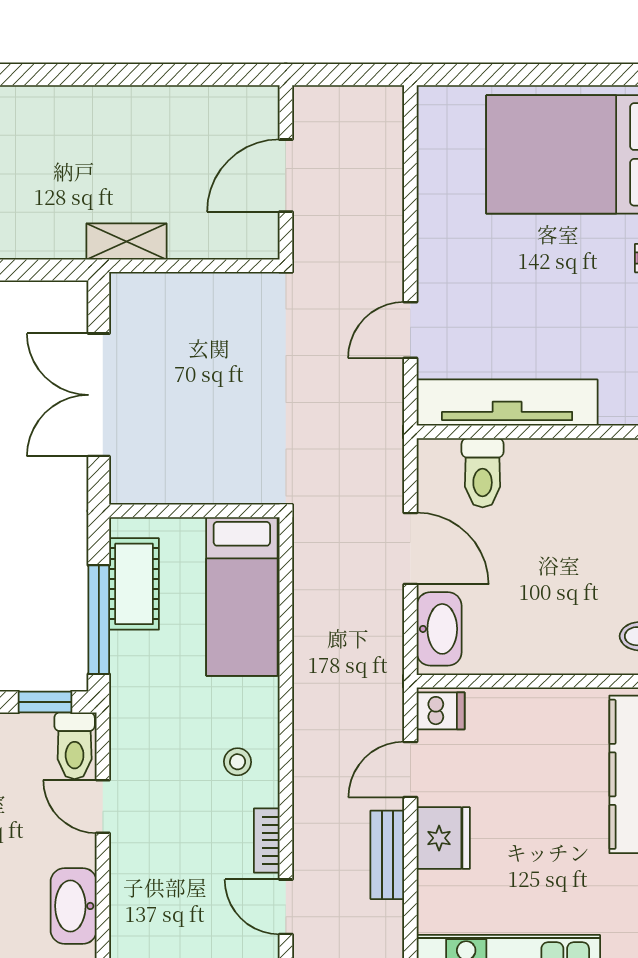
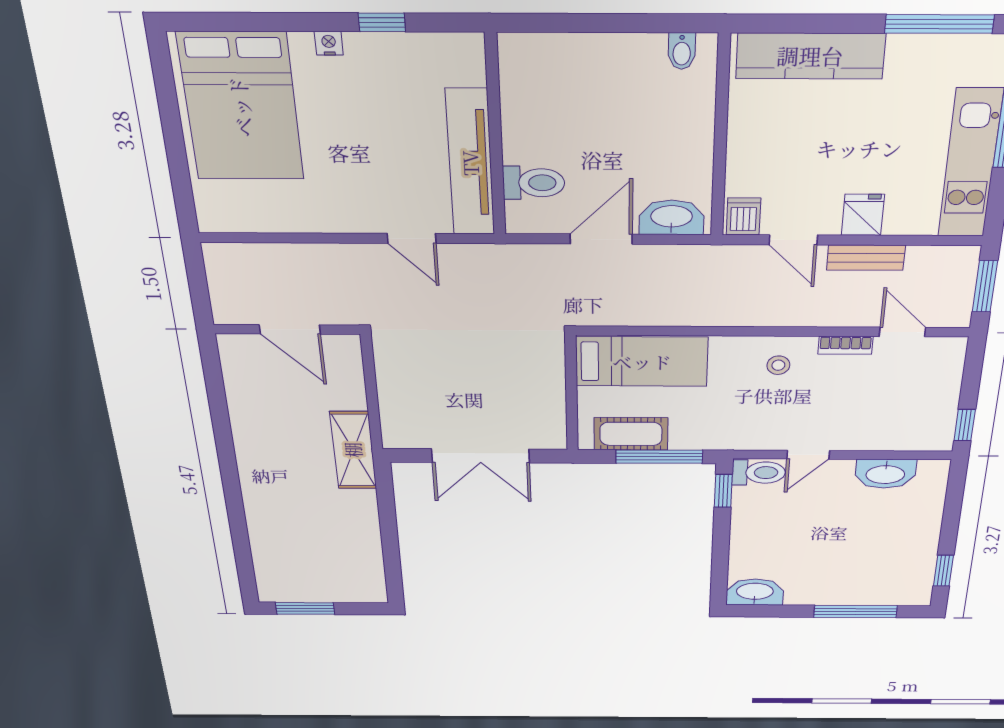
shelving: (126, 241) -> (353, 450), width x1.50, depth x1.33
fridge: (443, 838) -> (863, 215), width x0.72
door: (286, 907) -> (902, 332), swing flipped

